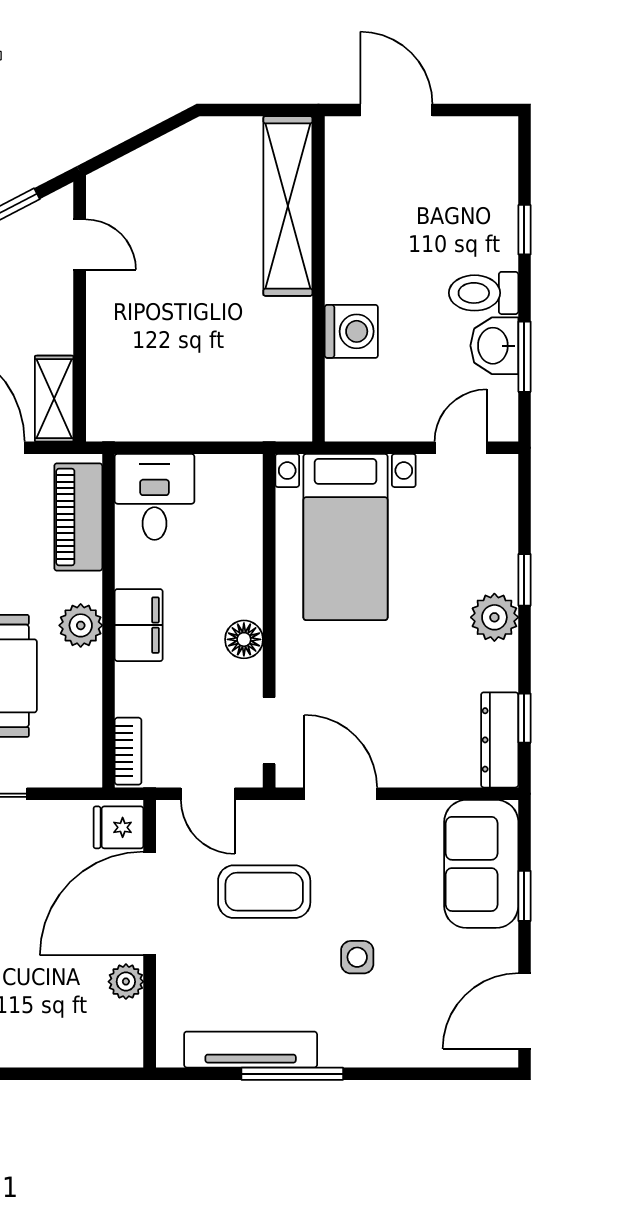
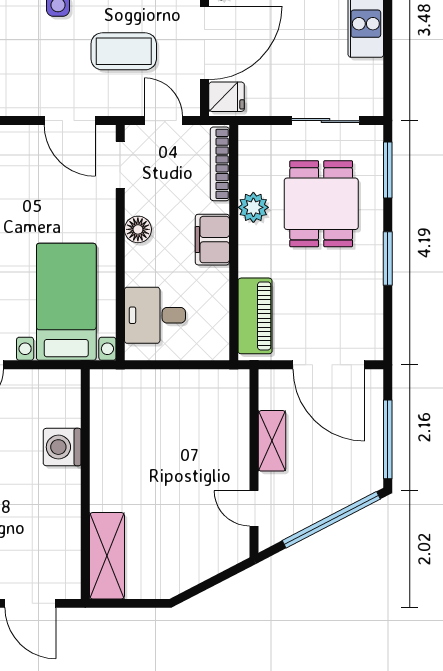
shelving: (288, 206) -> (107, 556), width x0.68
shelving: (54, 399) -> (272, 441), moved
desk: (155, 497) -> (155, 315), moved, turned 90
plant: (81, 625) -> (253, 207), moved
bookcase: (128, 751) -> (220, 164), width x1.56

